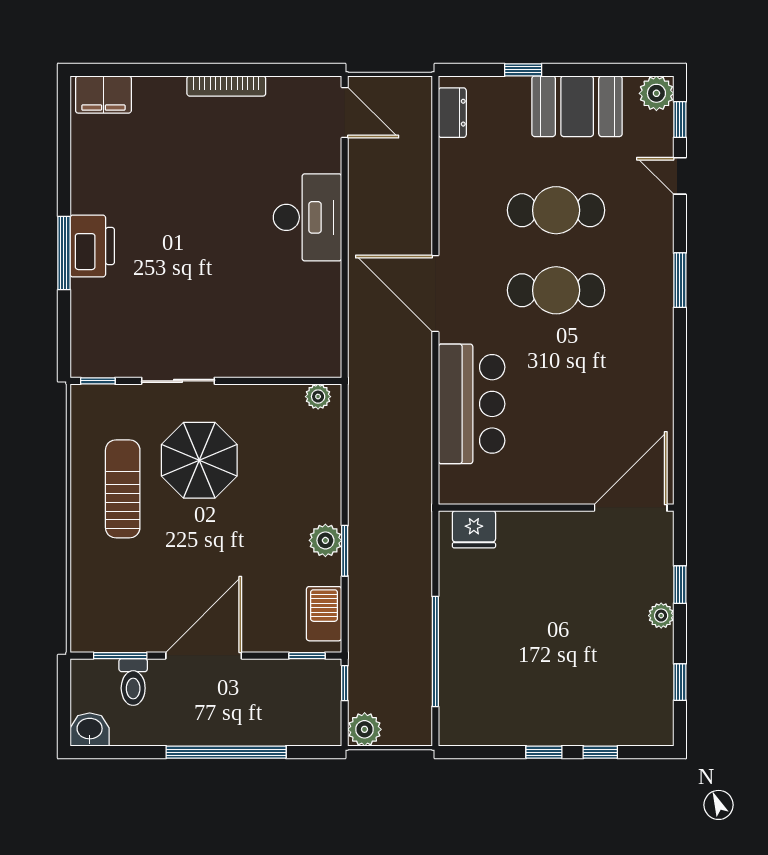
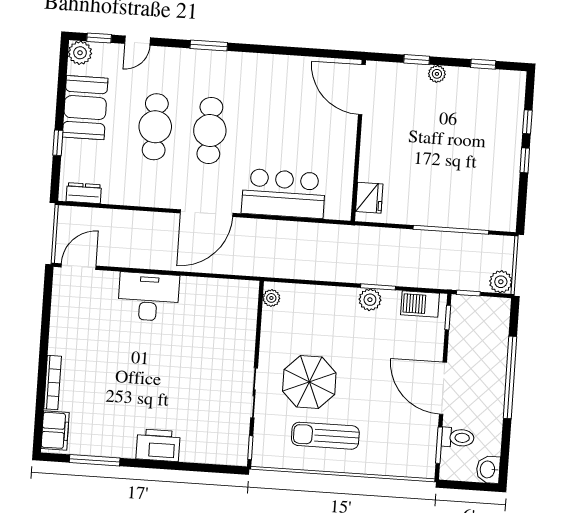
bookcase: (226, 86) -> (53, 382), moved
window: (64, 253) -> (95, 460), moved

